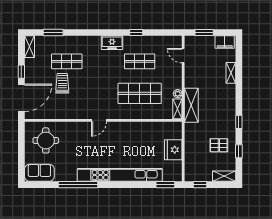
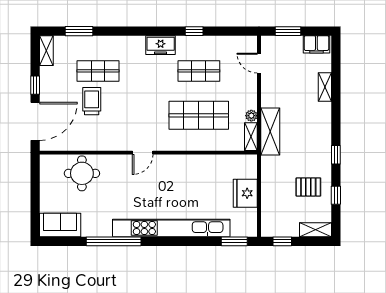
round table: (46, 140) -> (82, 173), moved

